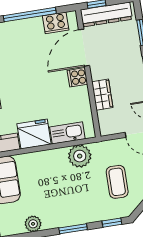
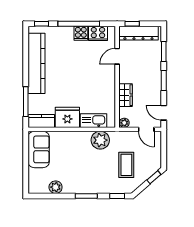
door: (84, 48) -> (117, 56), width x0.53
cooker: (77, 77) -> (81, 33), moved, turned -90
plant: (106, 130) -> (124, 123), added

